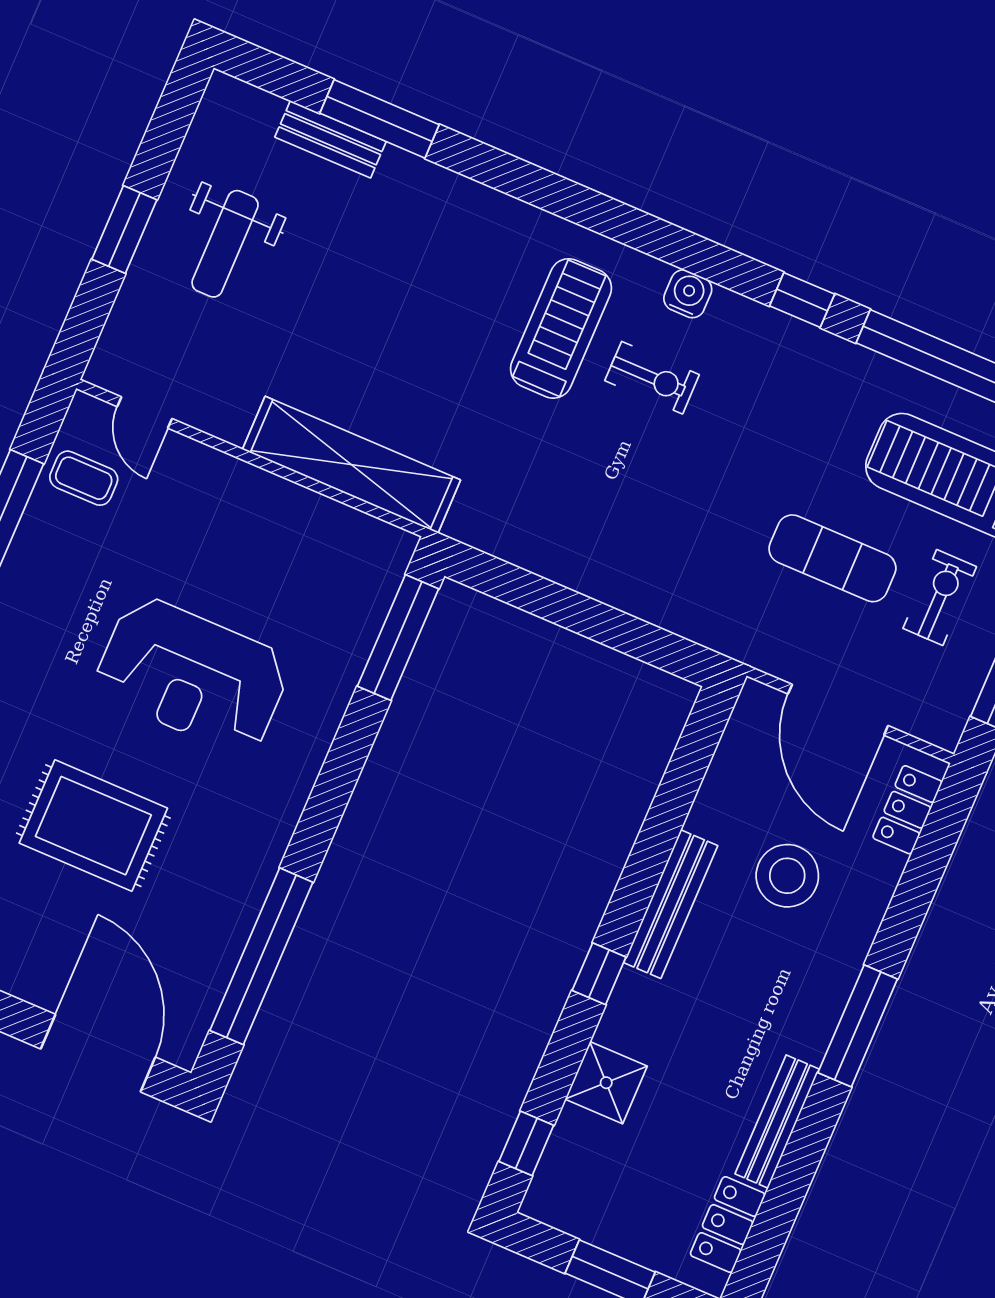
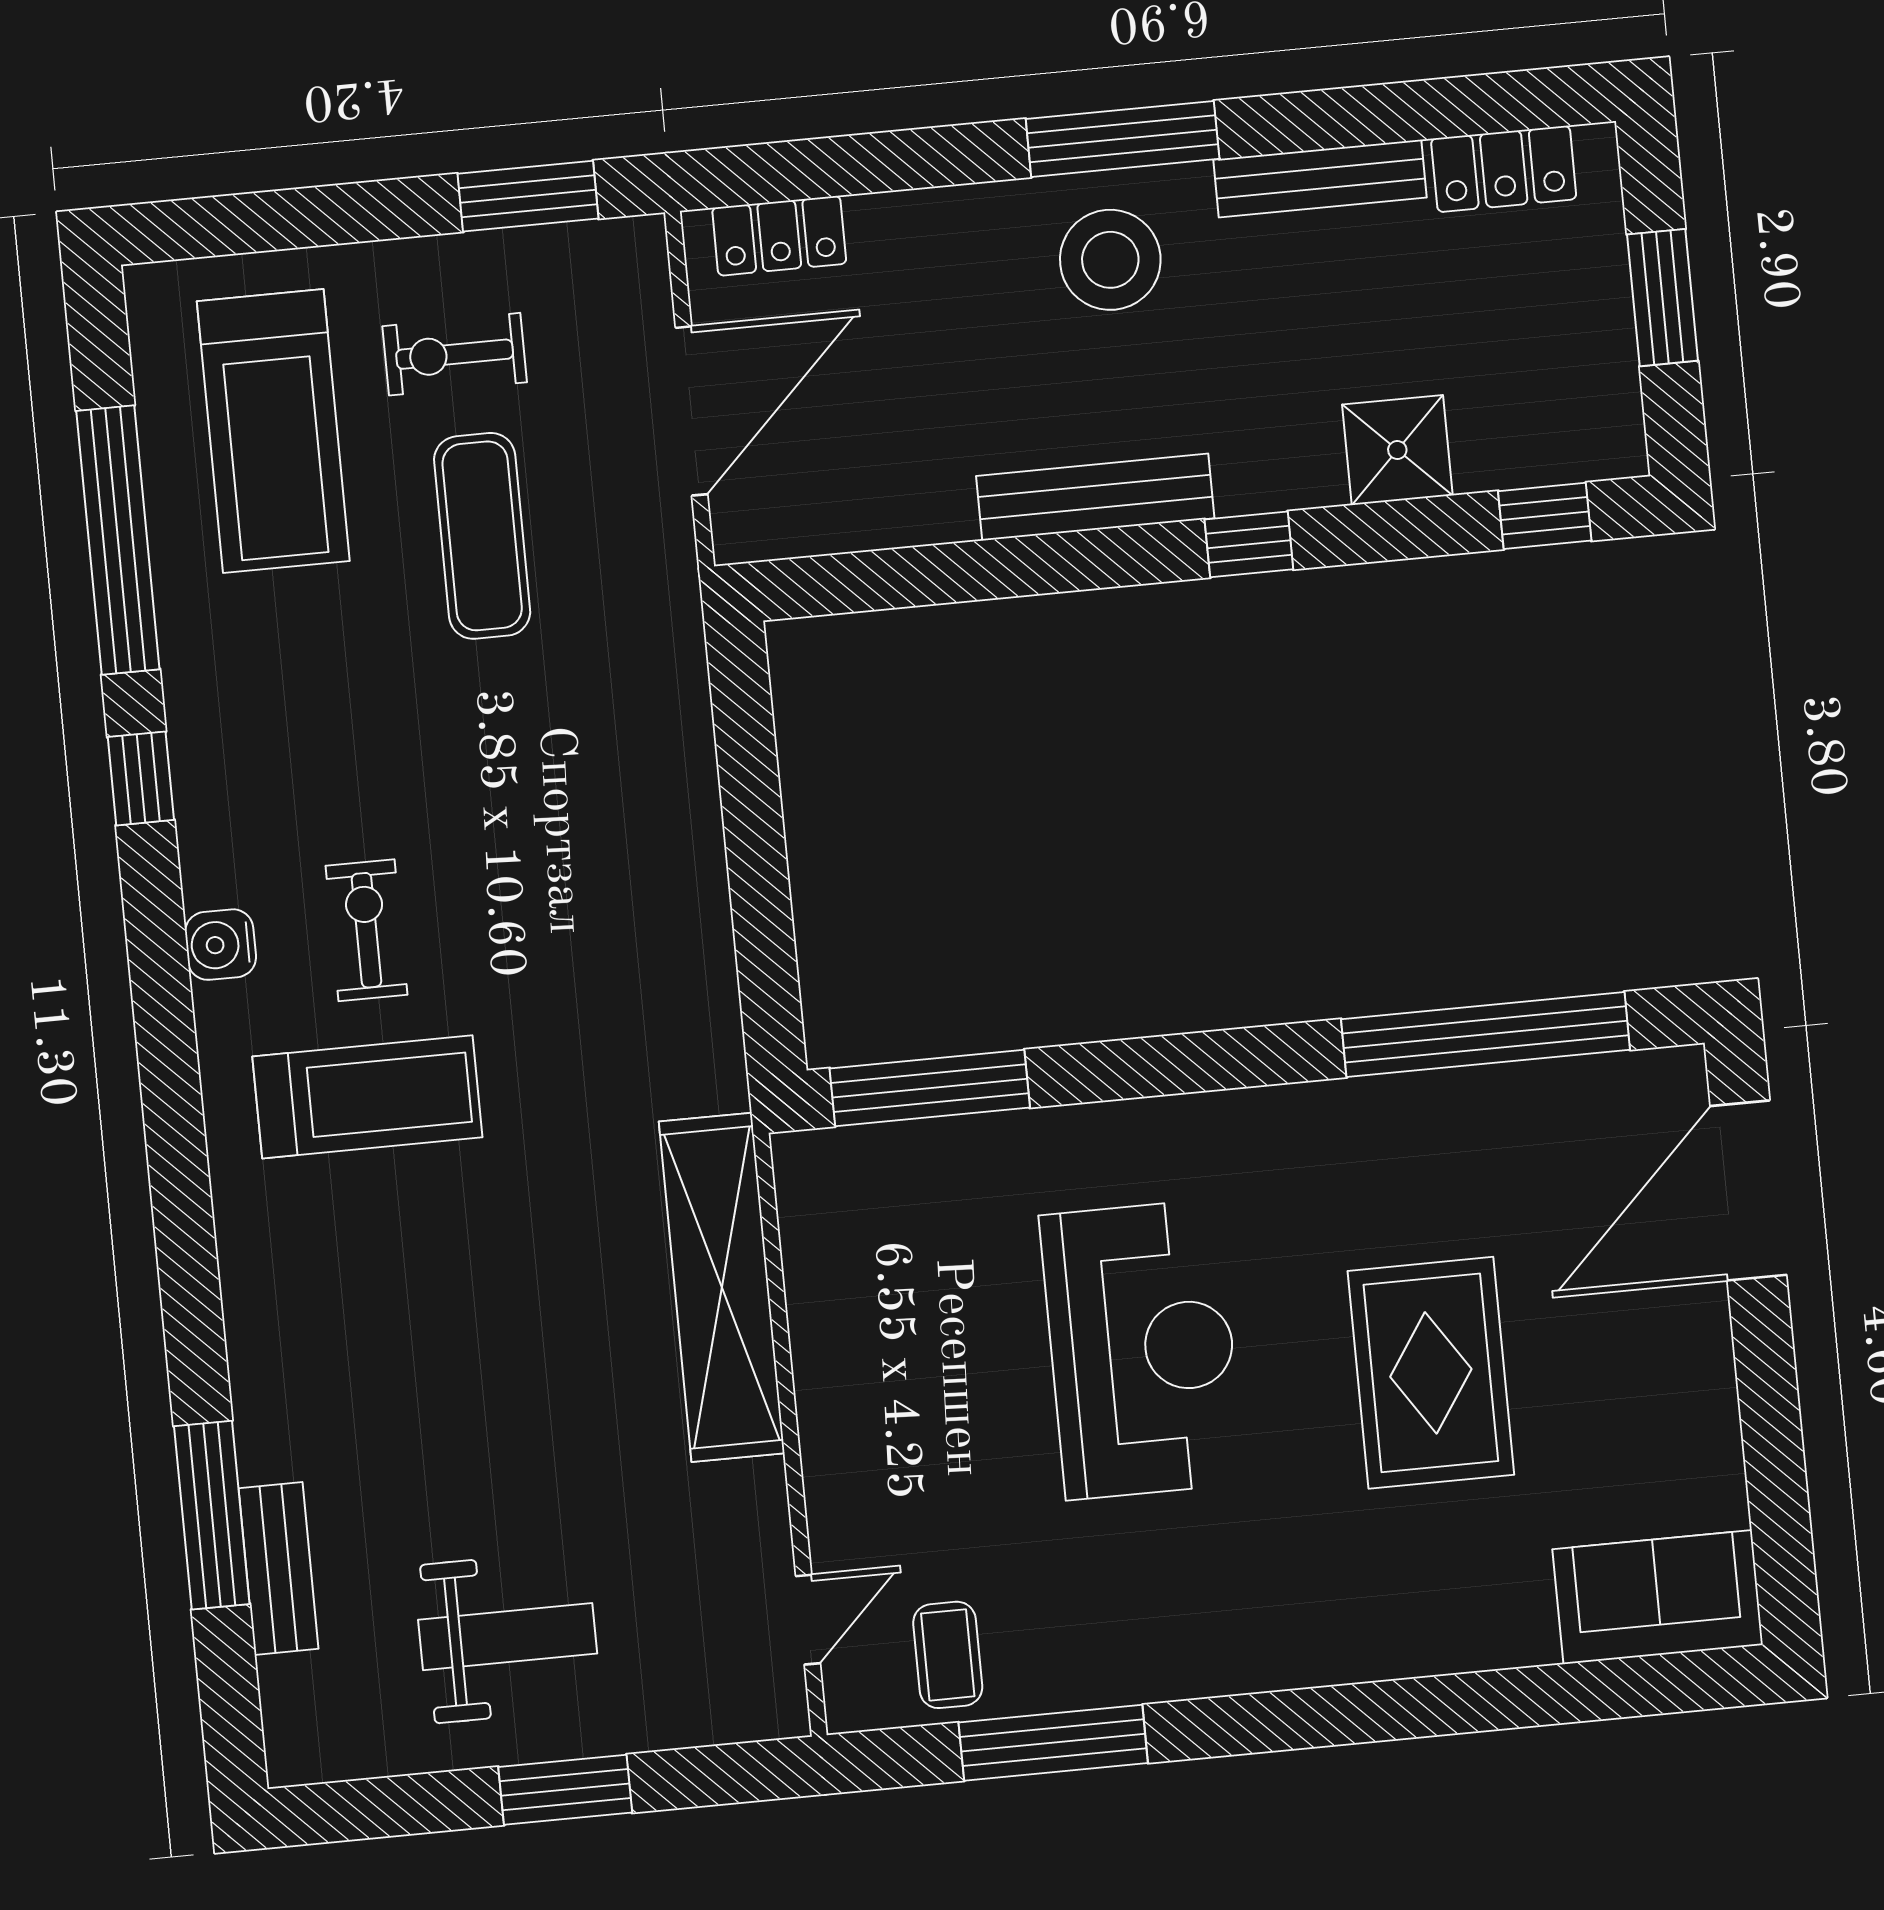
treadmill: (561, 328) -> (367, 1097), turned 180
stool: (787, 876) -> (1110, 260), moved

